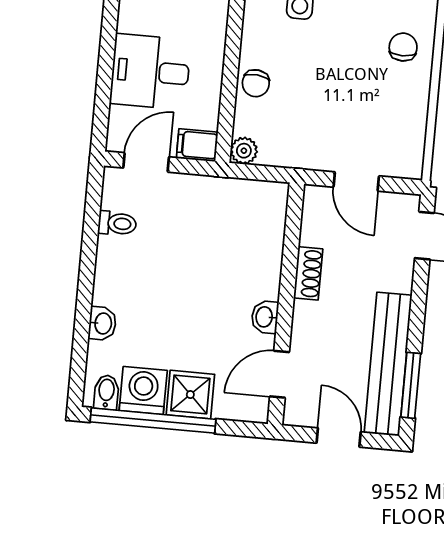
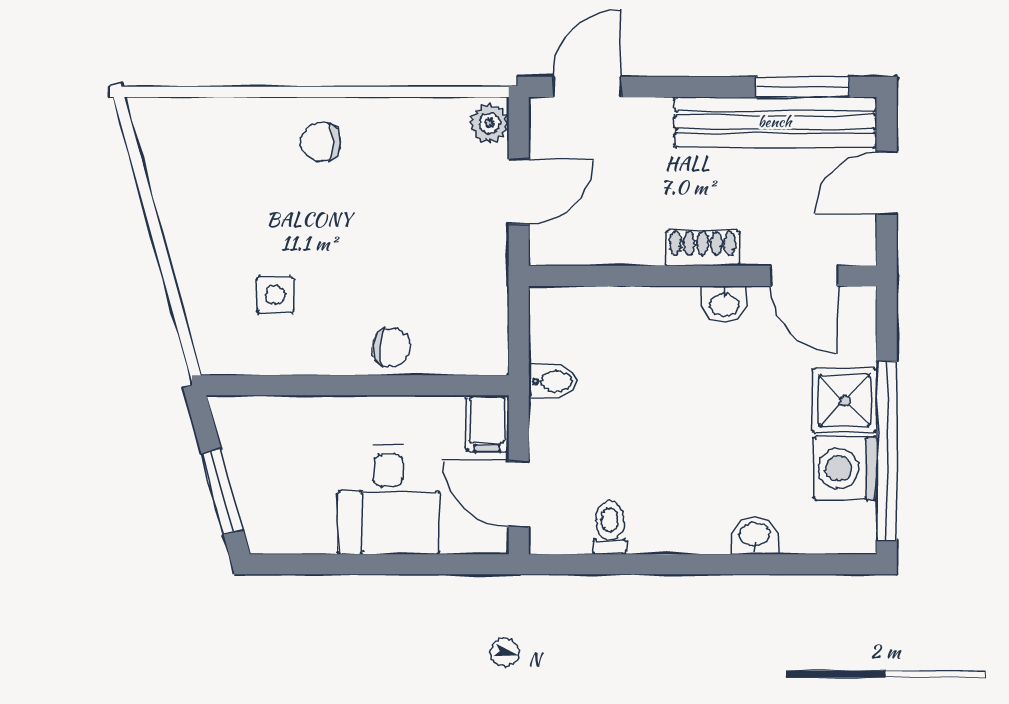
plant: (244, 151) -> (489, 123), moved
shoe rack: (308, 273) -> (703, 248), moved
bidet: (106, 392) -> (553, 381), moved, turned 180

